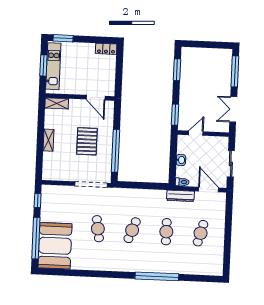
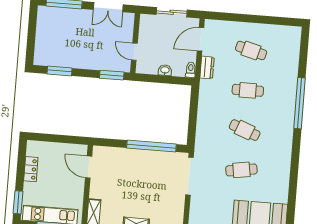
locker: (106, 49) -> (31, 169), moved
door: (96, 98) -> (89, 167), swing flipped
pallet: (87, 141) -> (139, 179), removed
dresser: (180, 196) -> (207, 67), width x0.70

